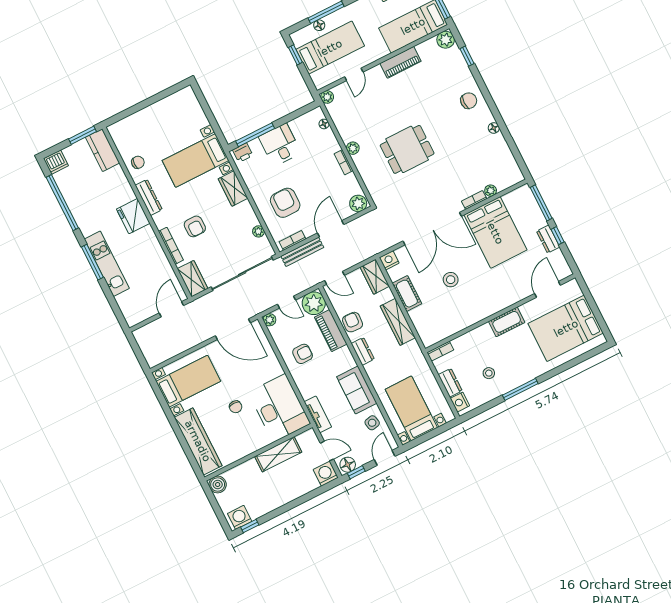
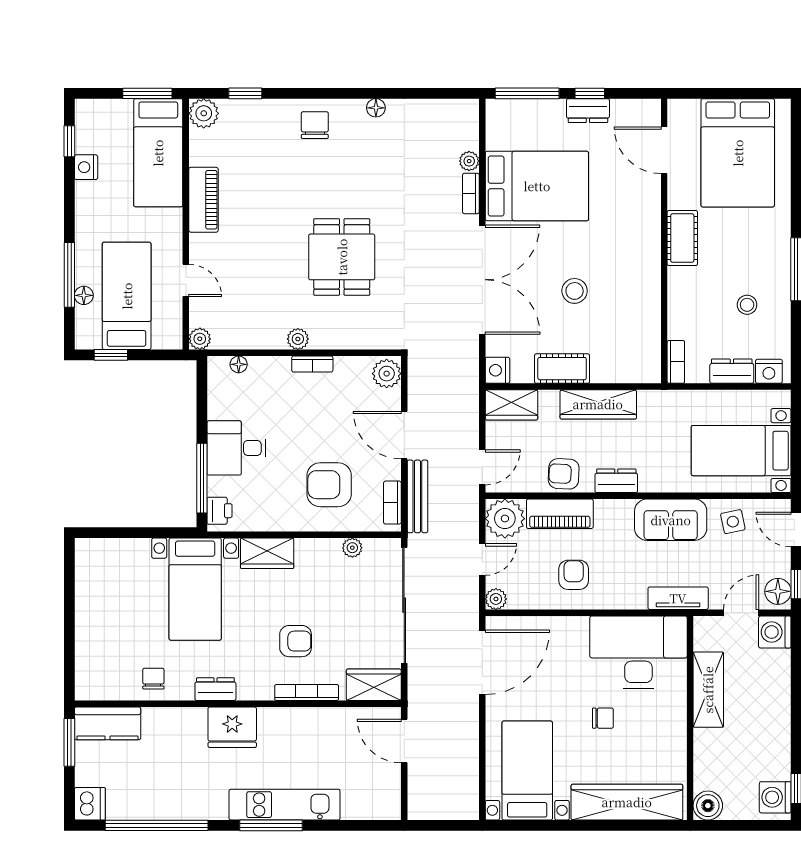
dresser: (149, 197) -> (215, 689), width x0.70

